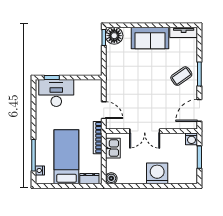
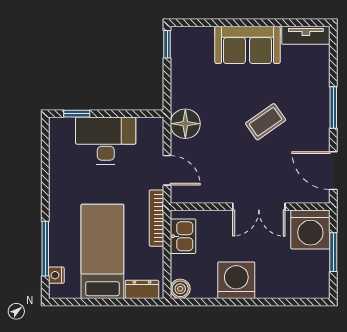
floor lamp: (114, 36) -> (185, 124), moved
coffee table: (181, 76) -> (266, 122), moved
desk: (56, 93) -> (106, 140), moved
door: (199, 110) -> (333, 171), hinge flipped
double door: (145, 131) -> (259, 207), moved
washing machine: (191, 139) -> (310, 230), width x1.89, depth x1.89
washing machine: (157, 173) -> (236, 280), moved

